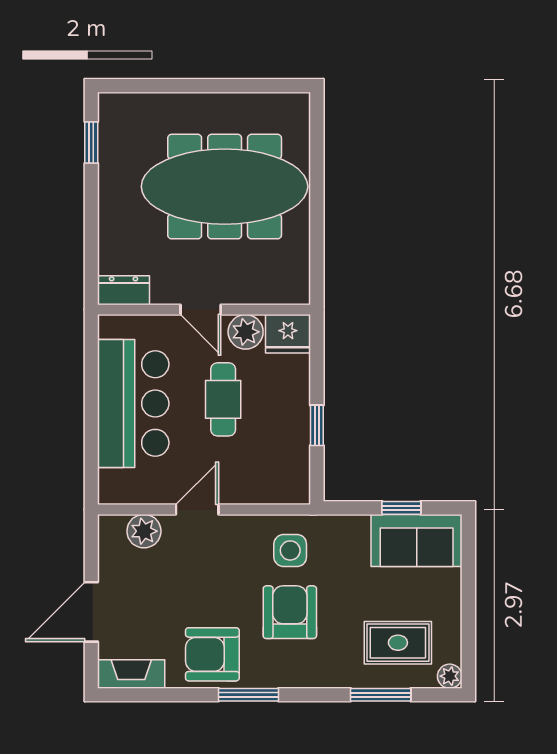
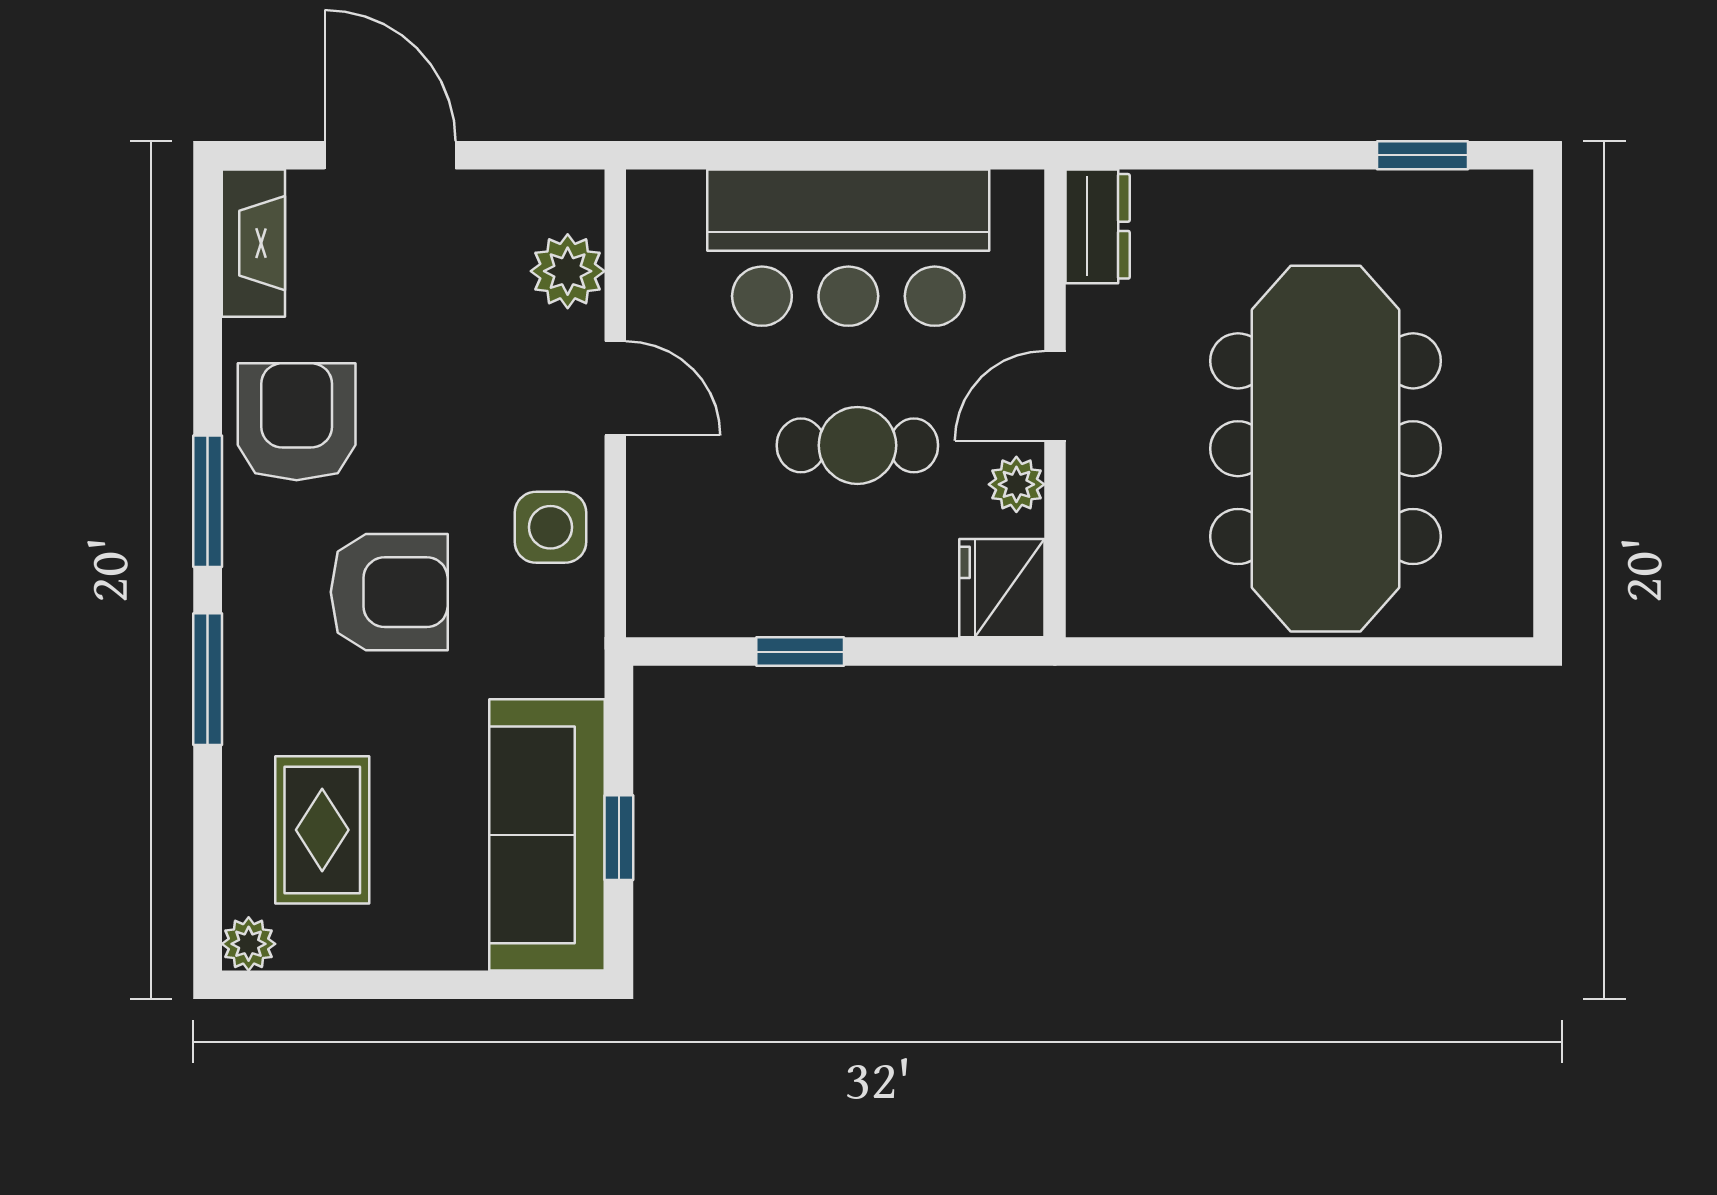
plant: (246, 332) -> (1016, 484), width x0.73, depth x0.73
sofa: (417, 540) -> (547, 835), width x1.36
side table: (290, 550) -> (550, 527), moved
window: (381, 695) -> (208, 679), moved

